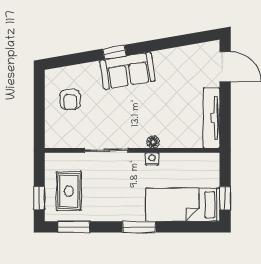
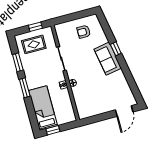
tv unit: (211, 118) -> (94, 111), removed
window: (39, 198) -> (35, 27), moved
window: (74, 227) -> (18, 62), moved

